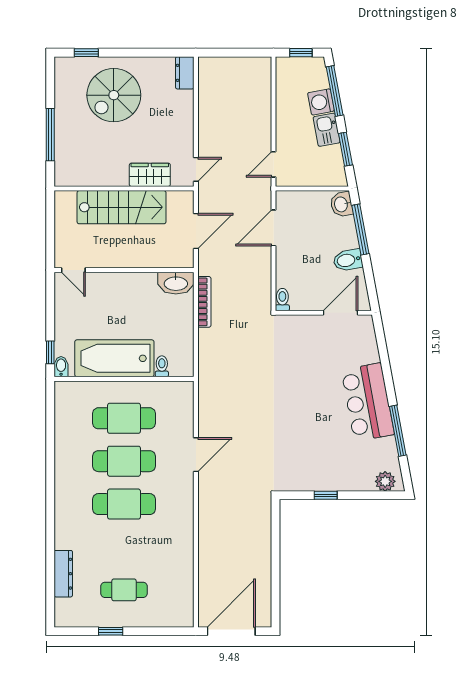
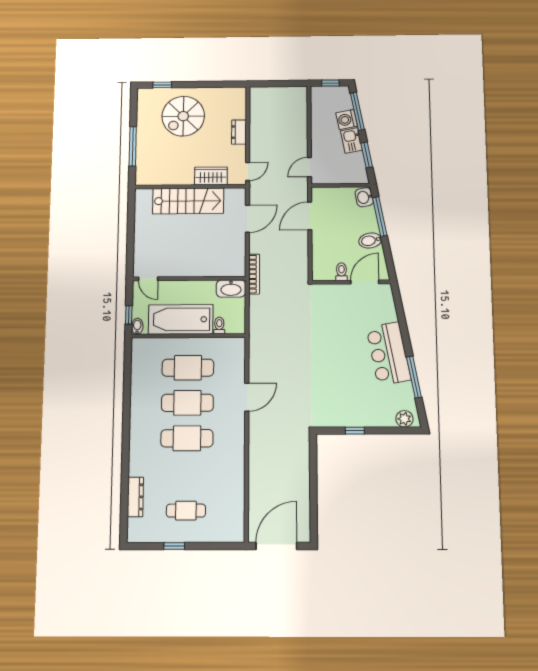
dresser: (185, 73) -> (239, 132), moved
door: (73, 270) -> (148, 279), moved
wall: (124, 270) -> (189, 279), moved
washbasin: (176, 283) -> (231, 289), moved
toilet: (282, 300) -> (341, 272), moved

